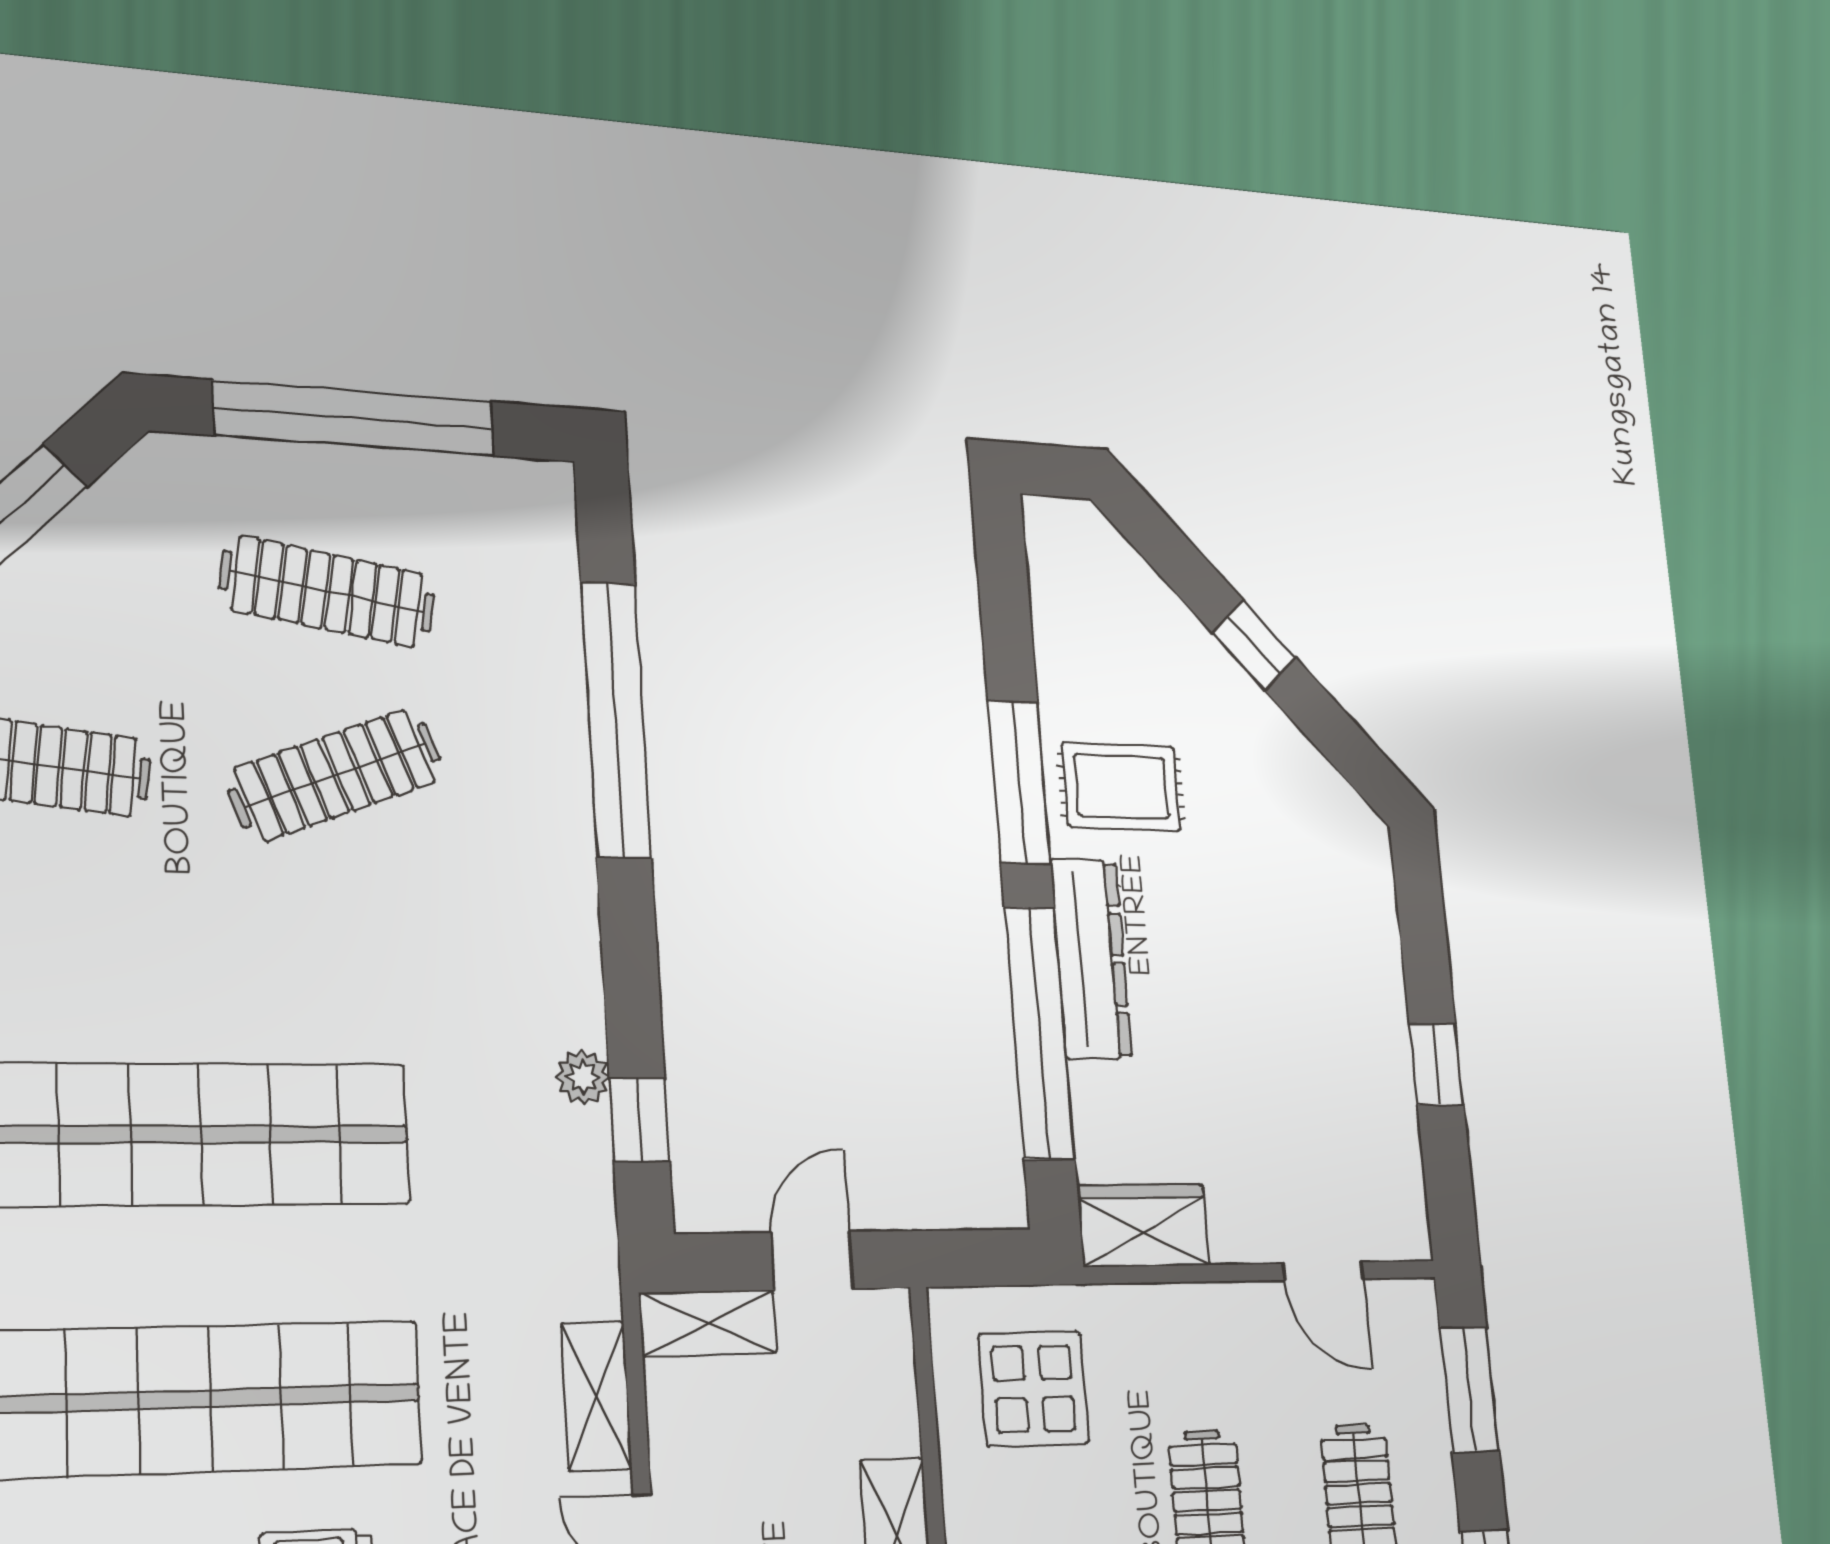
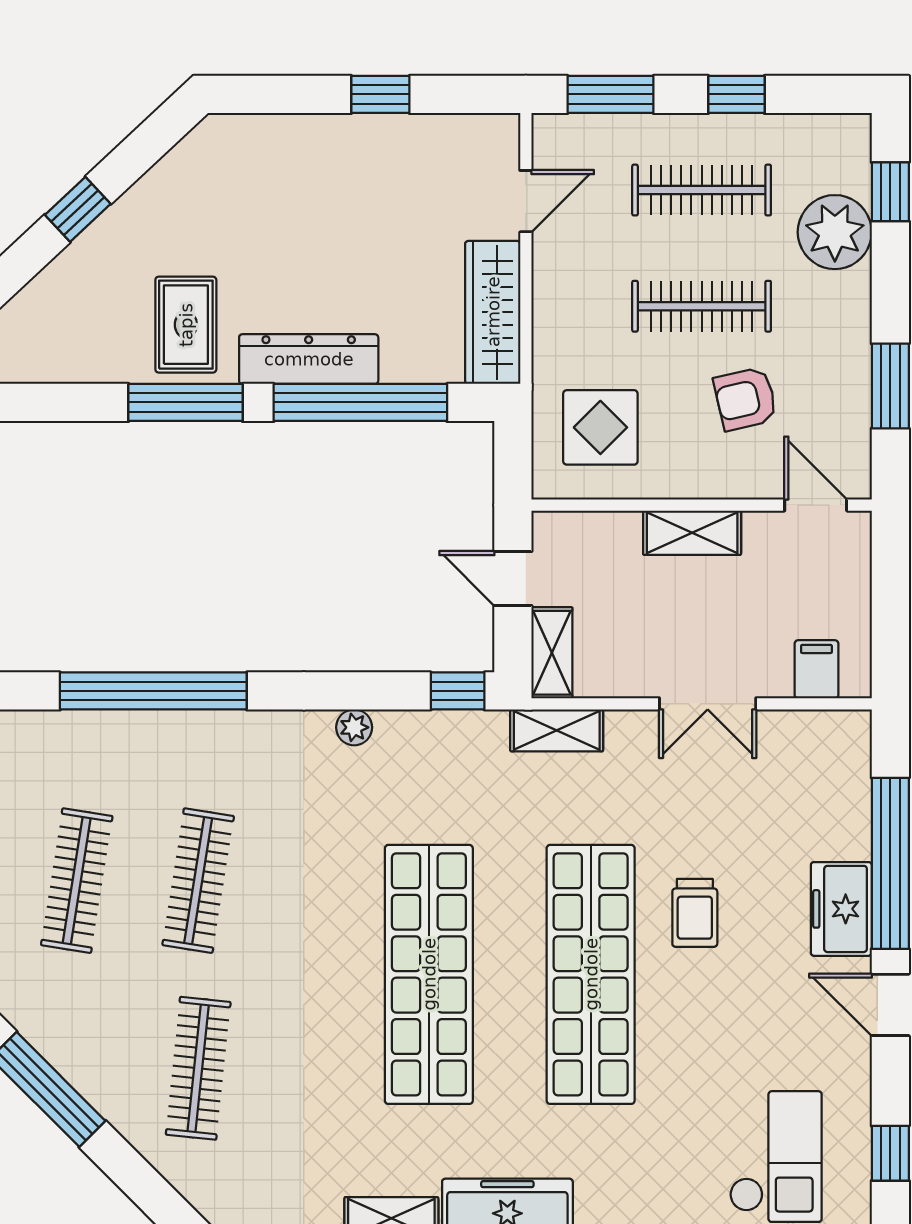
clothes rail: (335, 775) -> (198, 881), turned 30
plant: (583, 1077) -> (354, 727), moved
window: (639, 1120) -> (458, 691), moved
wardrobe: (1144, 1226) -> (493, 312), width x1.50
shelving: (596, 1396) -> (557, 730), moved

